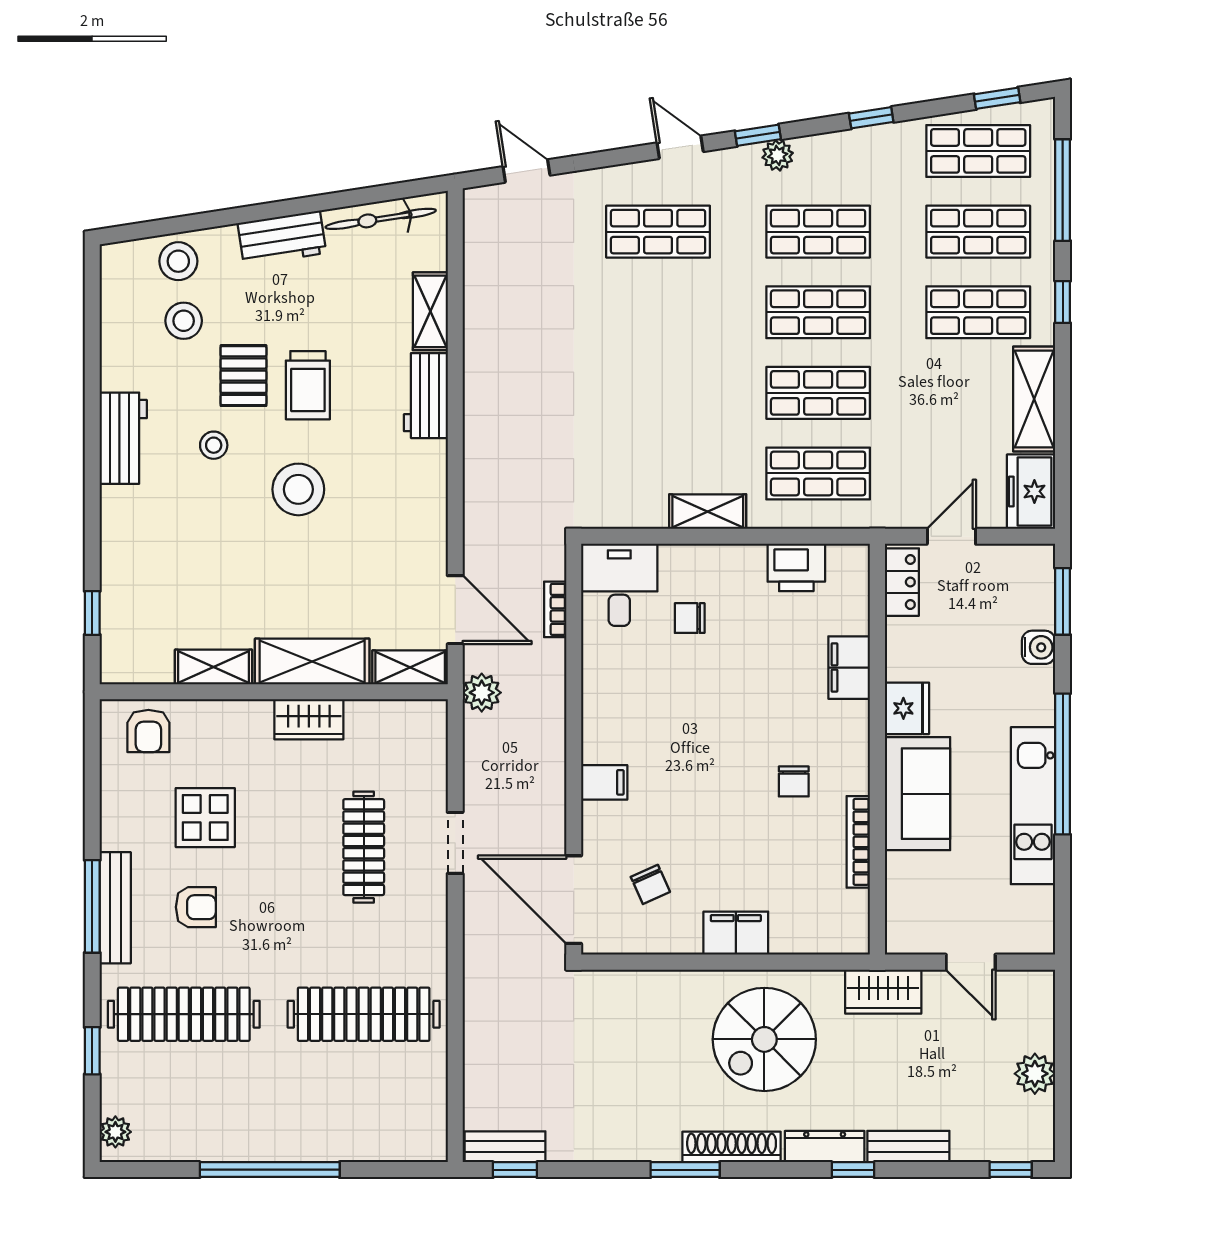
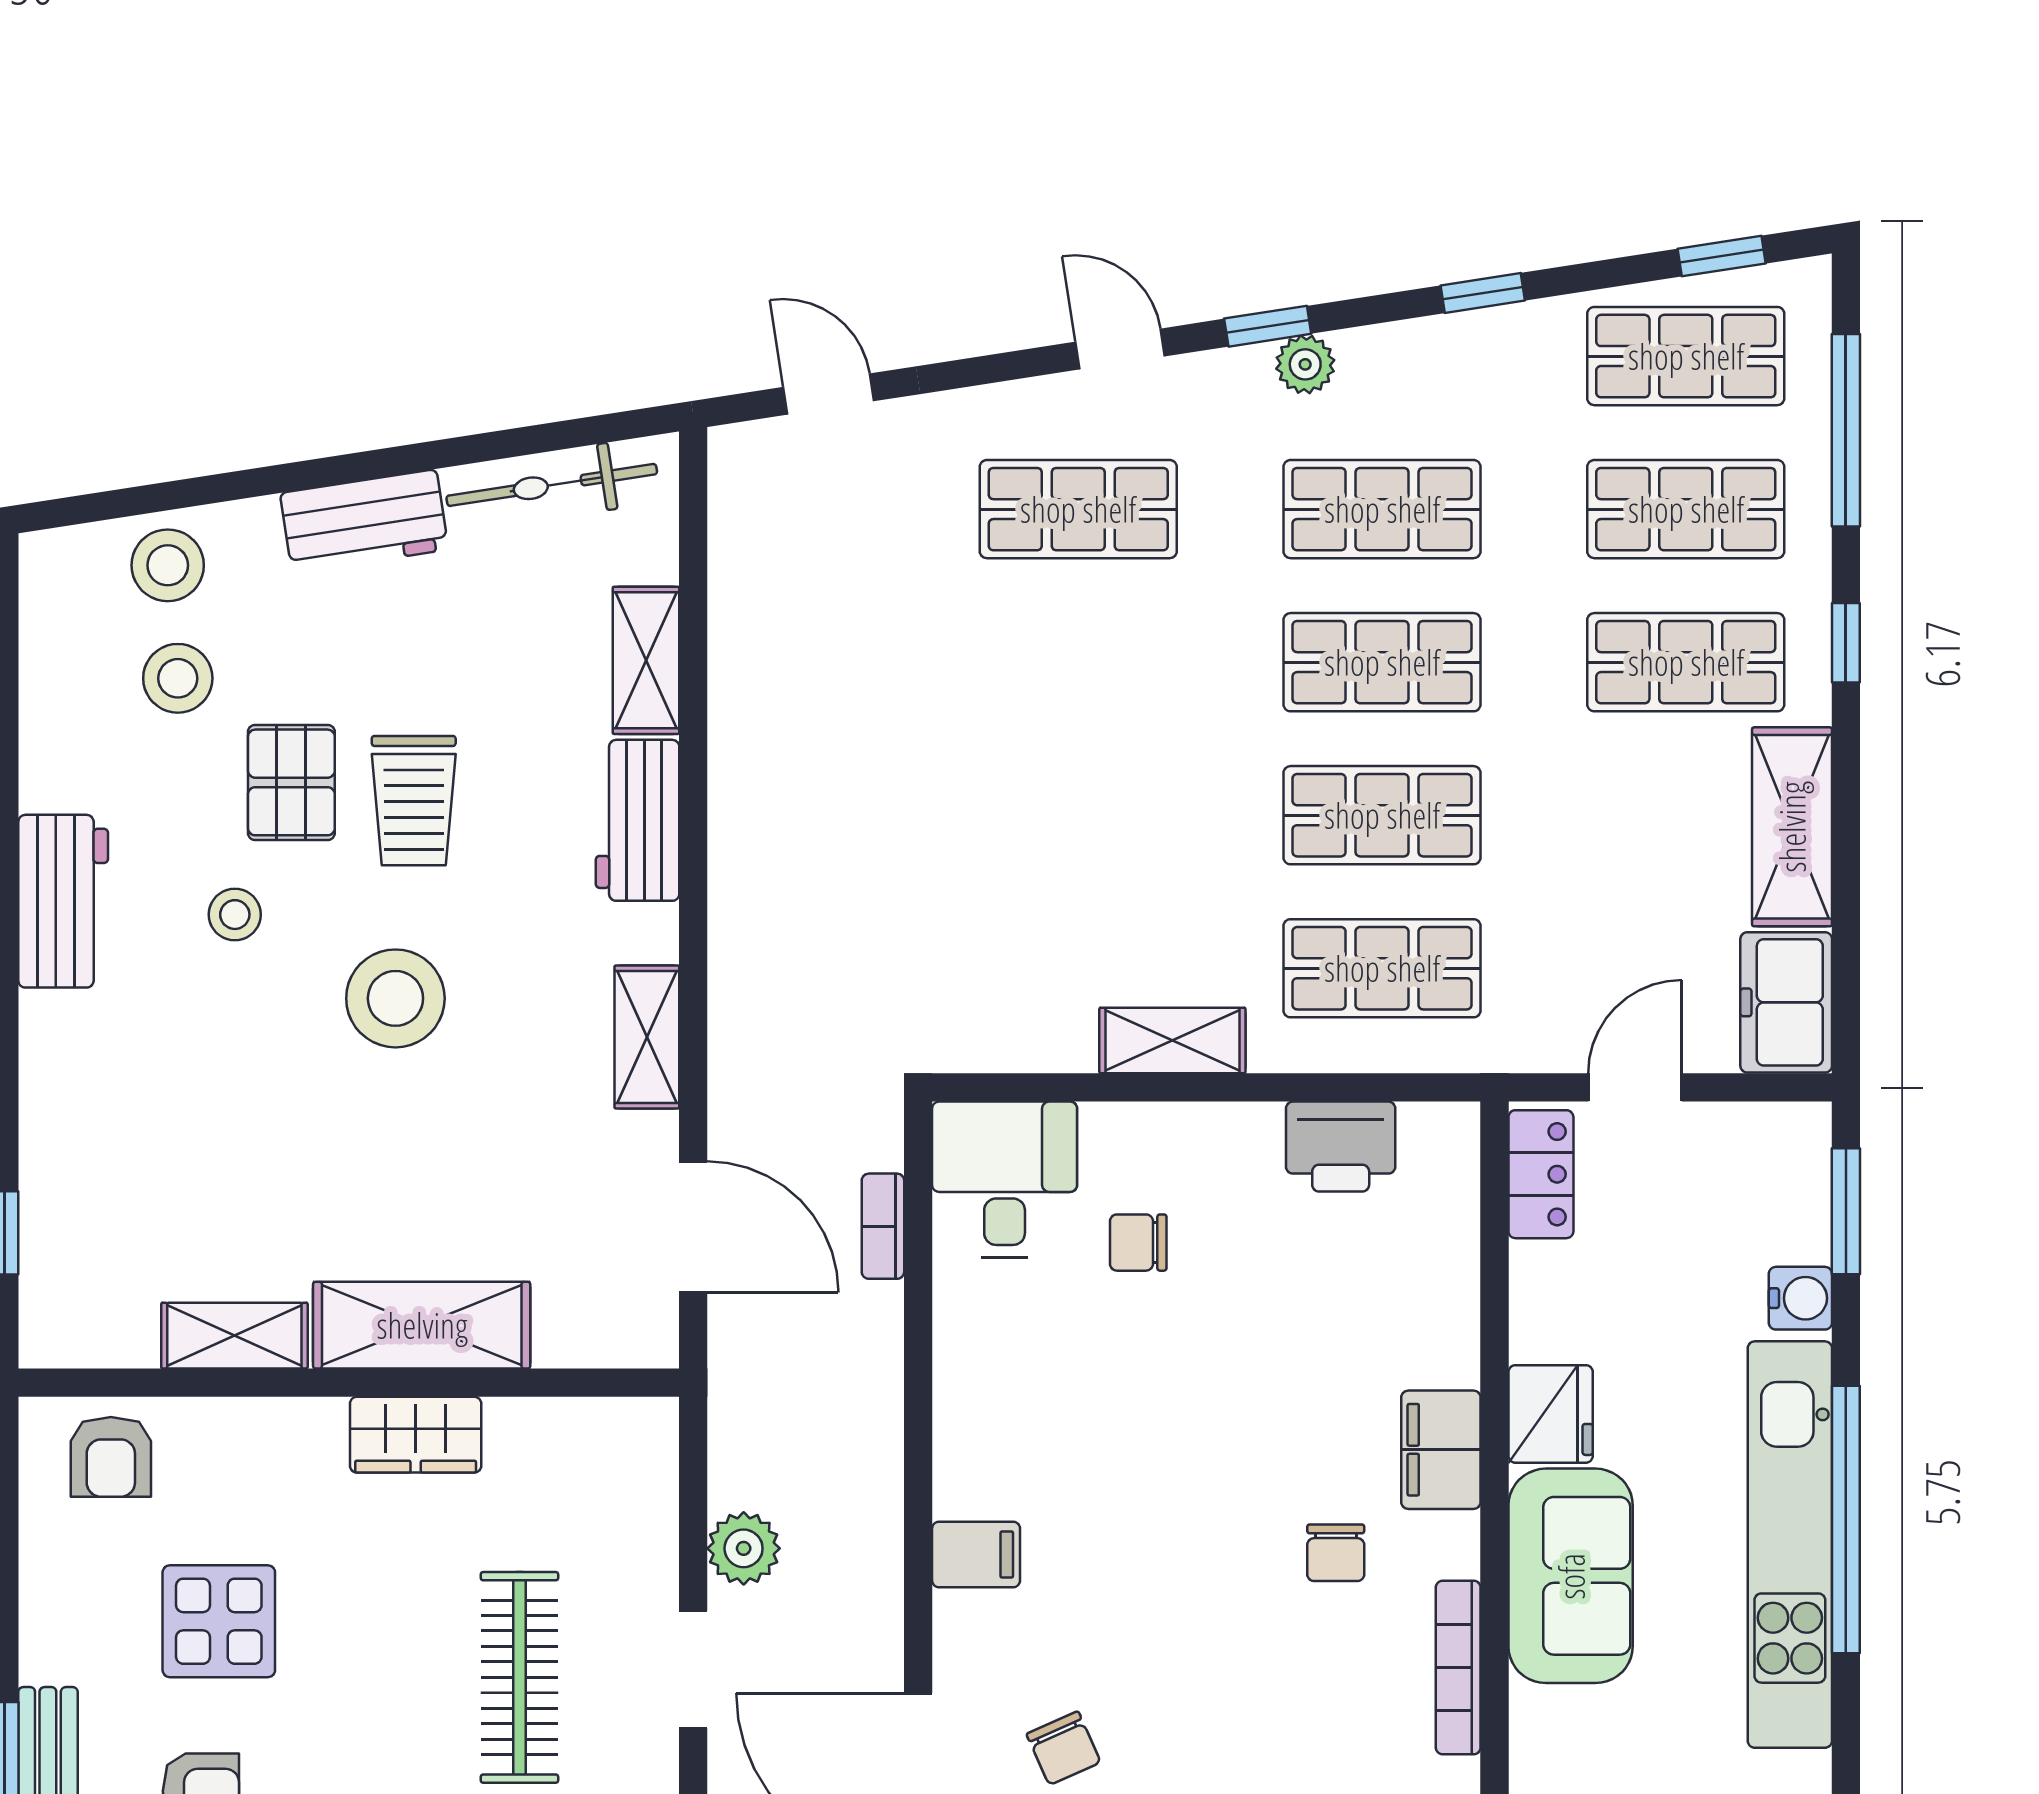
shelving: (410, 667) -> (647, 1037), moved, turned 90
filing cabinet: (849, 668) -> (1441, 1450), moved
plant: (482, 693) -> (744, 1548), moved
kitchen unit: (1033, 806) -> (1790, 1545), width x1.36

